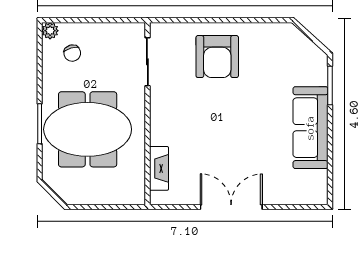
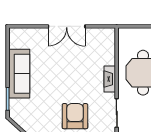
fireplace: (159, 168) -> (110, 79), moved

